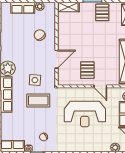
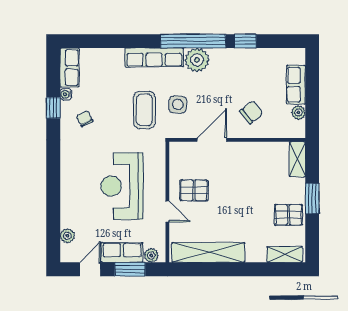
door: (57, 59) -> (212, 140), swing flipped
door: (100, 86) -> (167, 212), swing flipped

